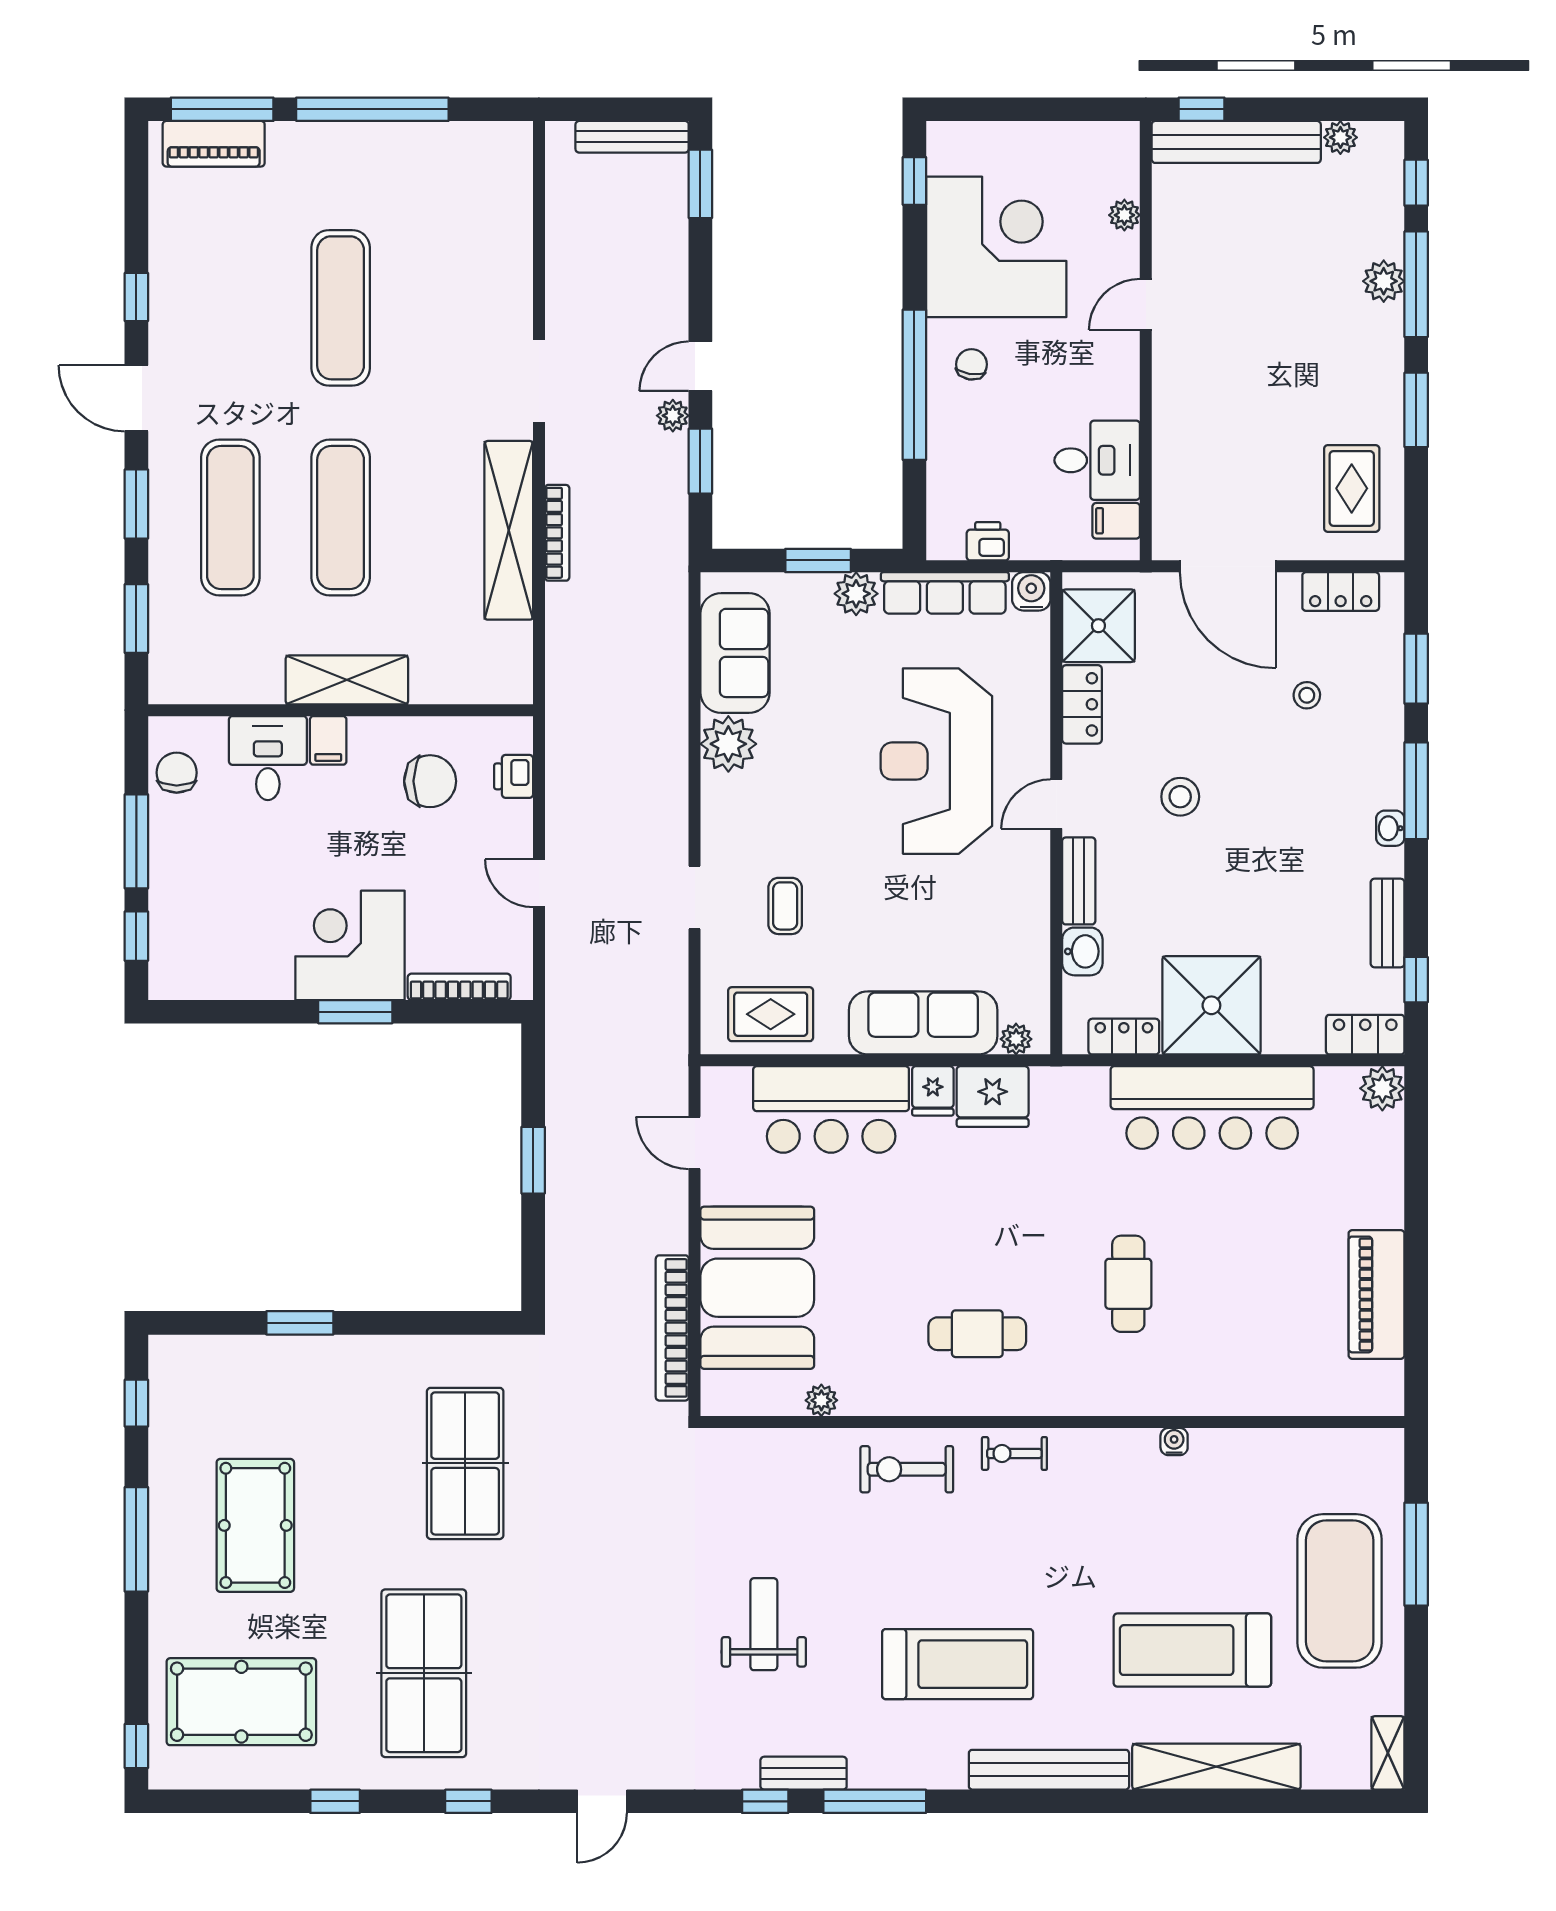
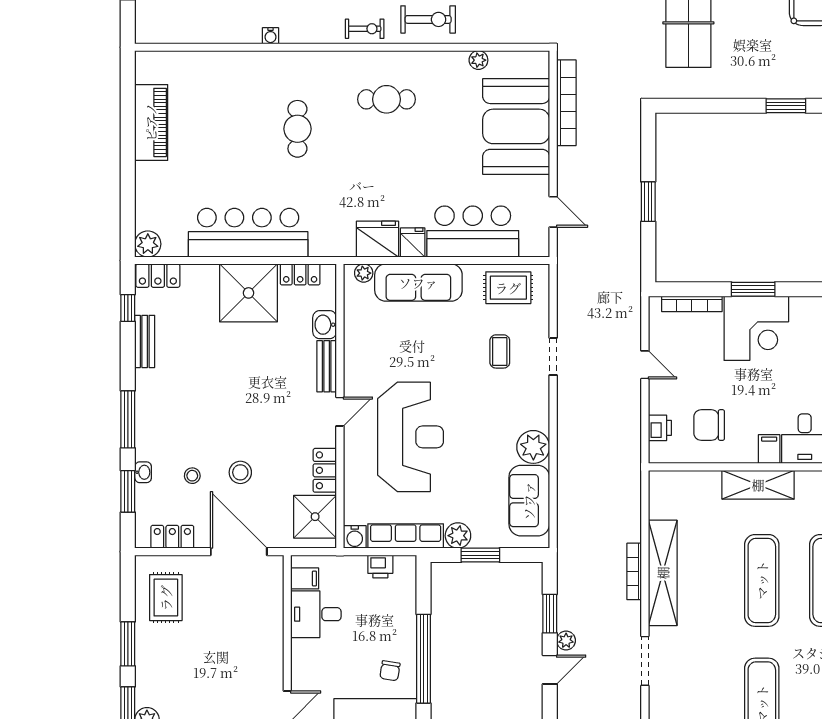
stool: (1180, 797) -> (240, 472), moved
washbasin: (1390, 828) -> (143, 472), moved

